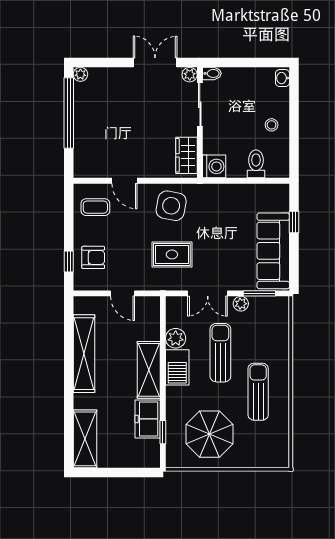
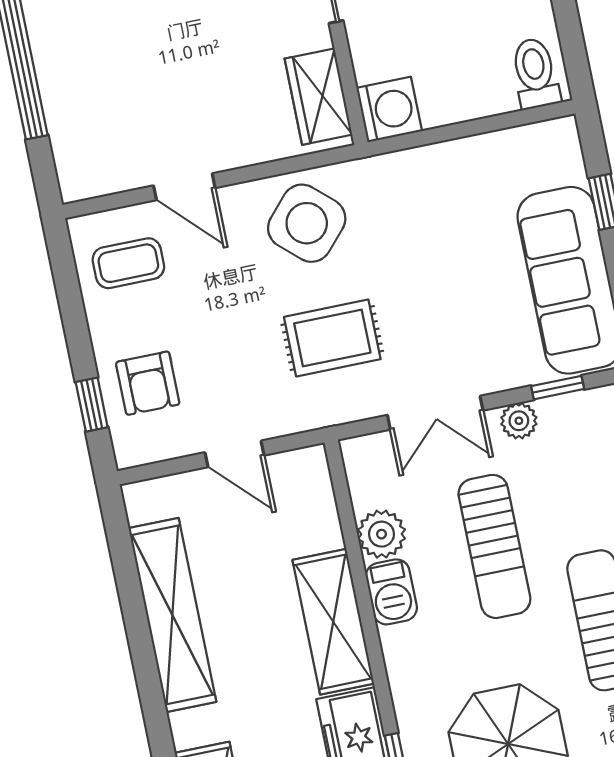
toilet: (256, 164) -> (535, 73), moved
side table: (171, 206) -> (307, 223), turned 31
armchair: (93, 257) -> (148, 383), turned 90
window: (259, 293) -> (558, 388), width x0.67
sun lounger: (220, 353) -> (494, 546), turned 180
barbecue: (177, 367) -> (391, 592), width x0.73, depth x0.79

